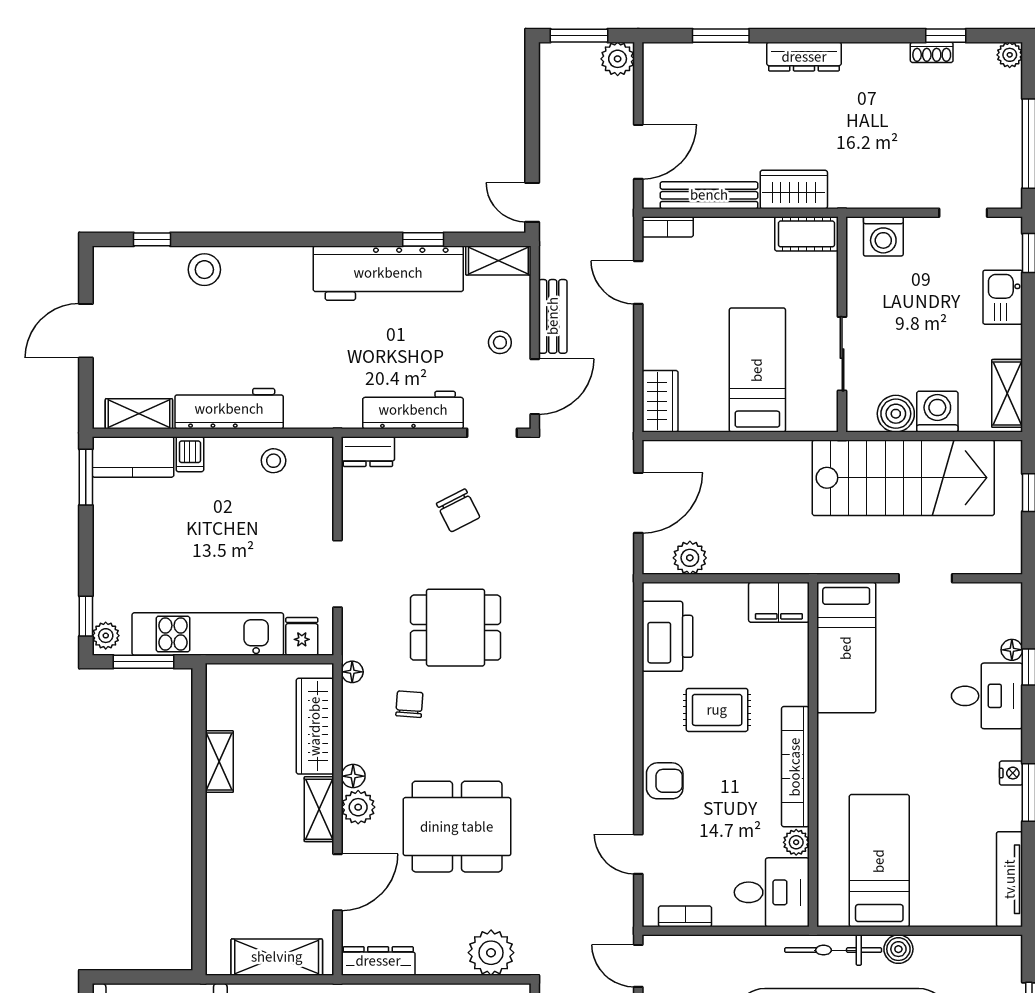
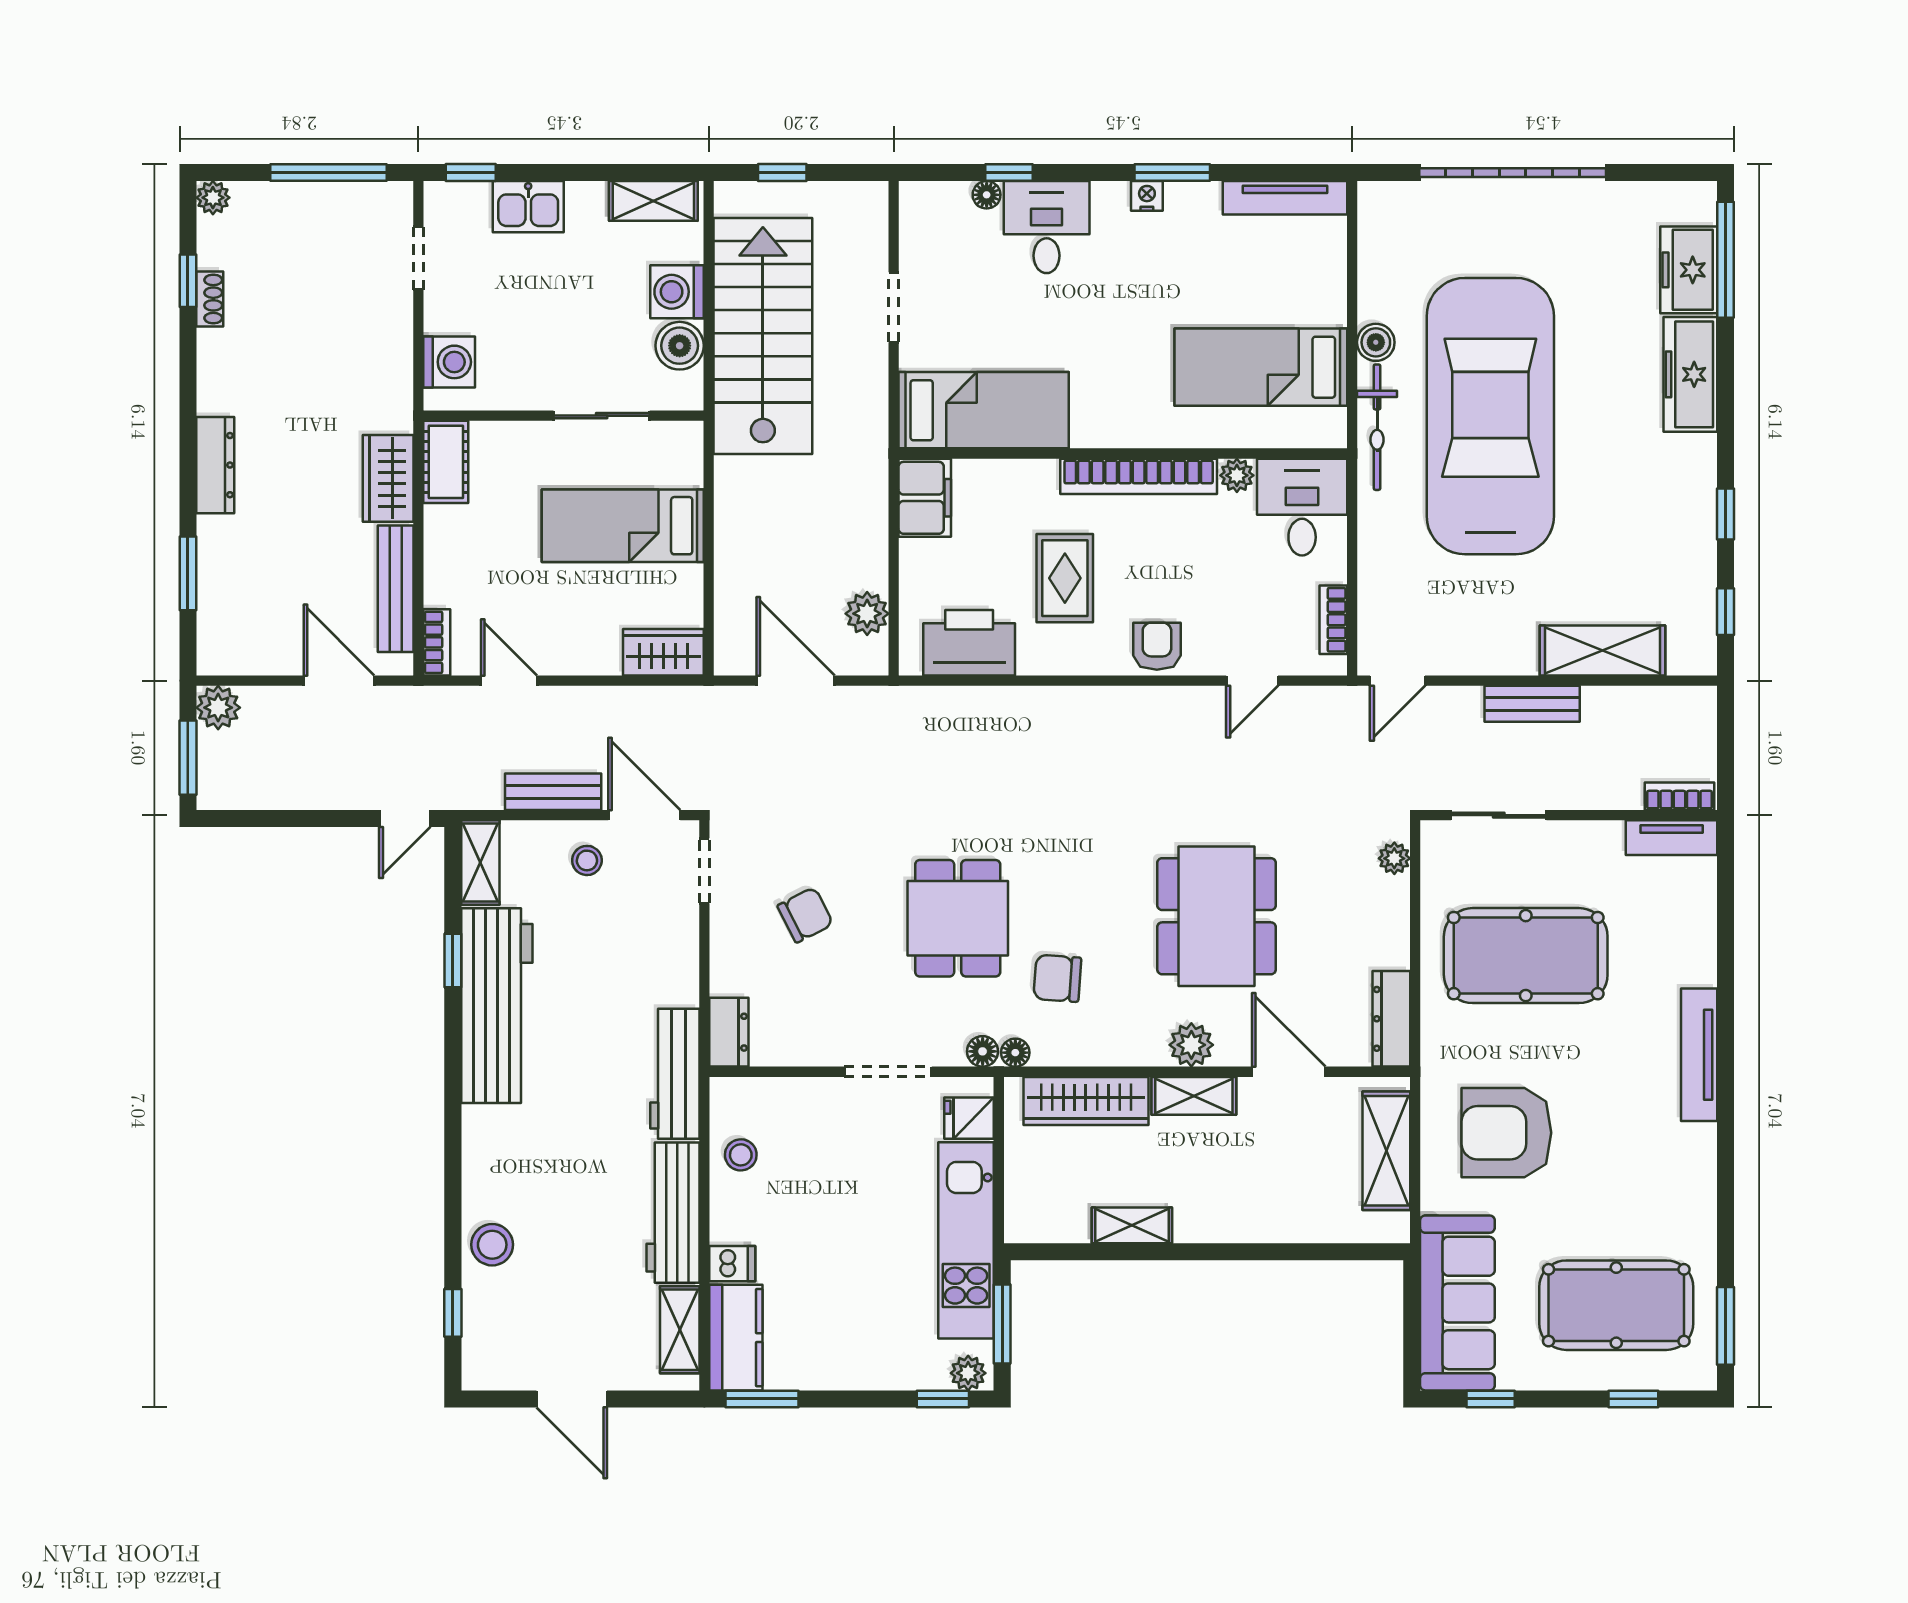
door: (638, 282) -> (509, 681), swing flipped
workbench: (413, 410) -> (675, 1074), moved
chair: (409, 704) -> (1057, 978), width x1.37, depth x1.37
floor lamp: (353, 776) -> (983, 1051), moved
plant: (491, 953) -> (1394, 858), width x0.53, depth x0.53

